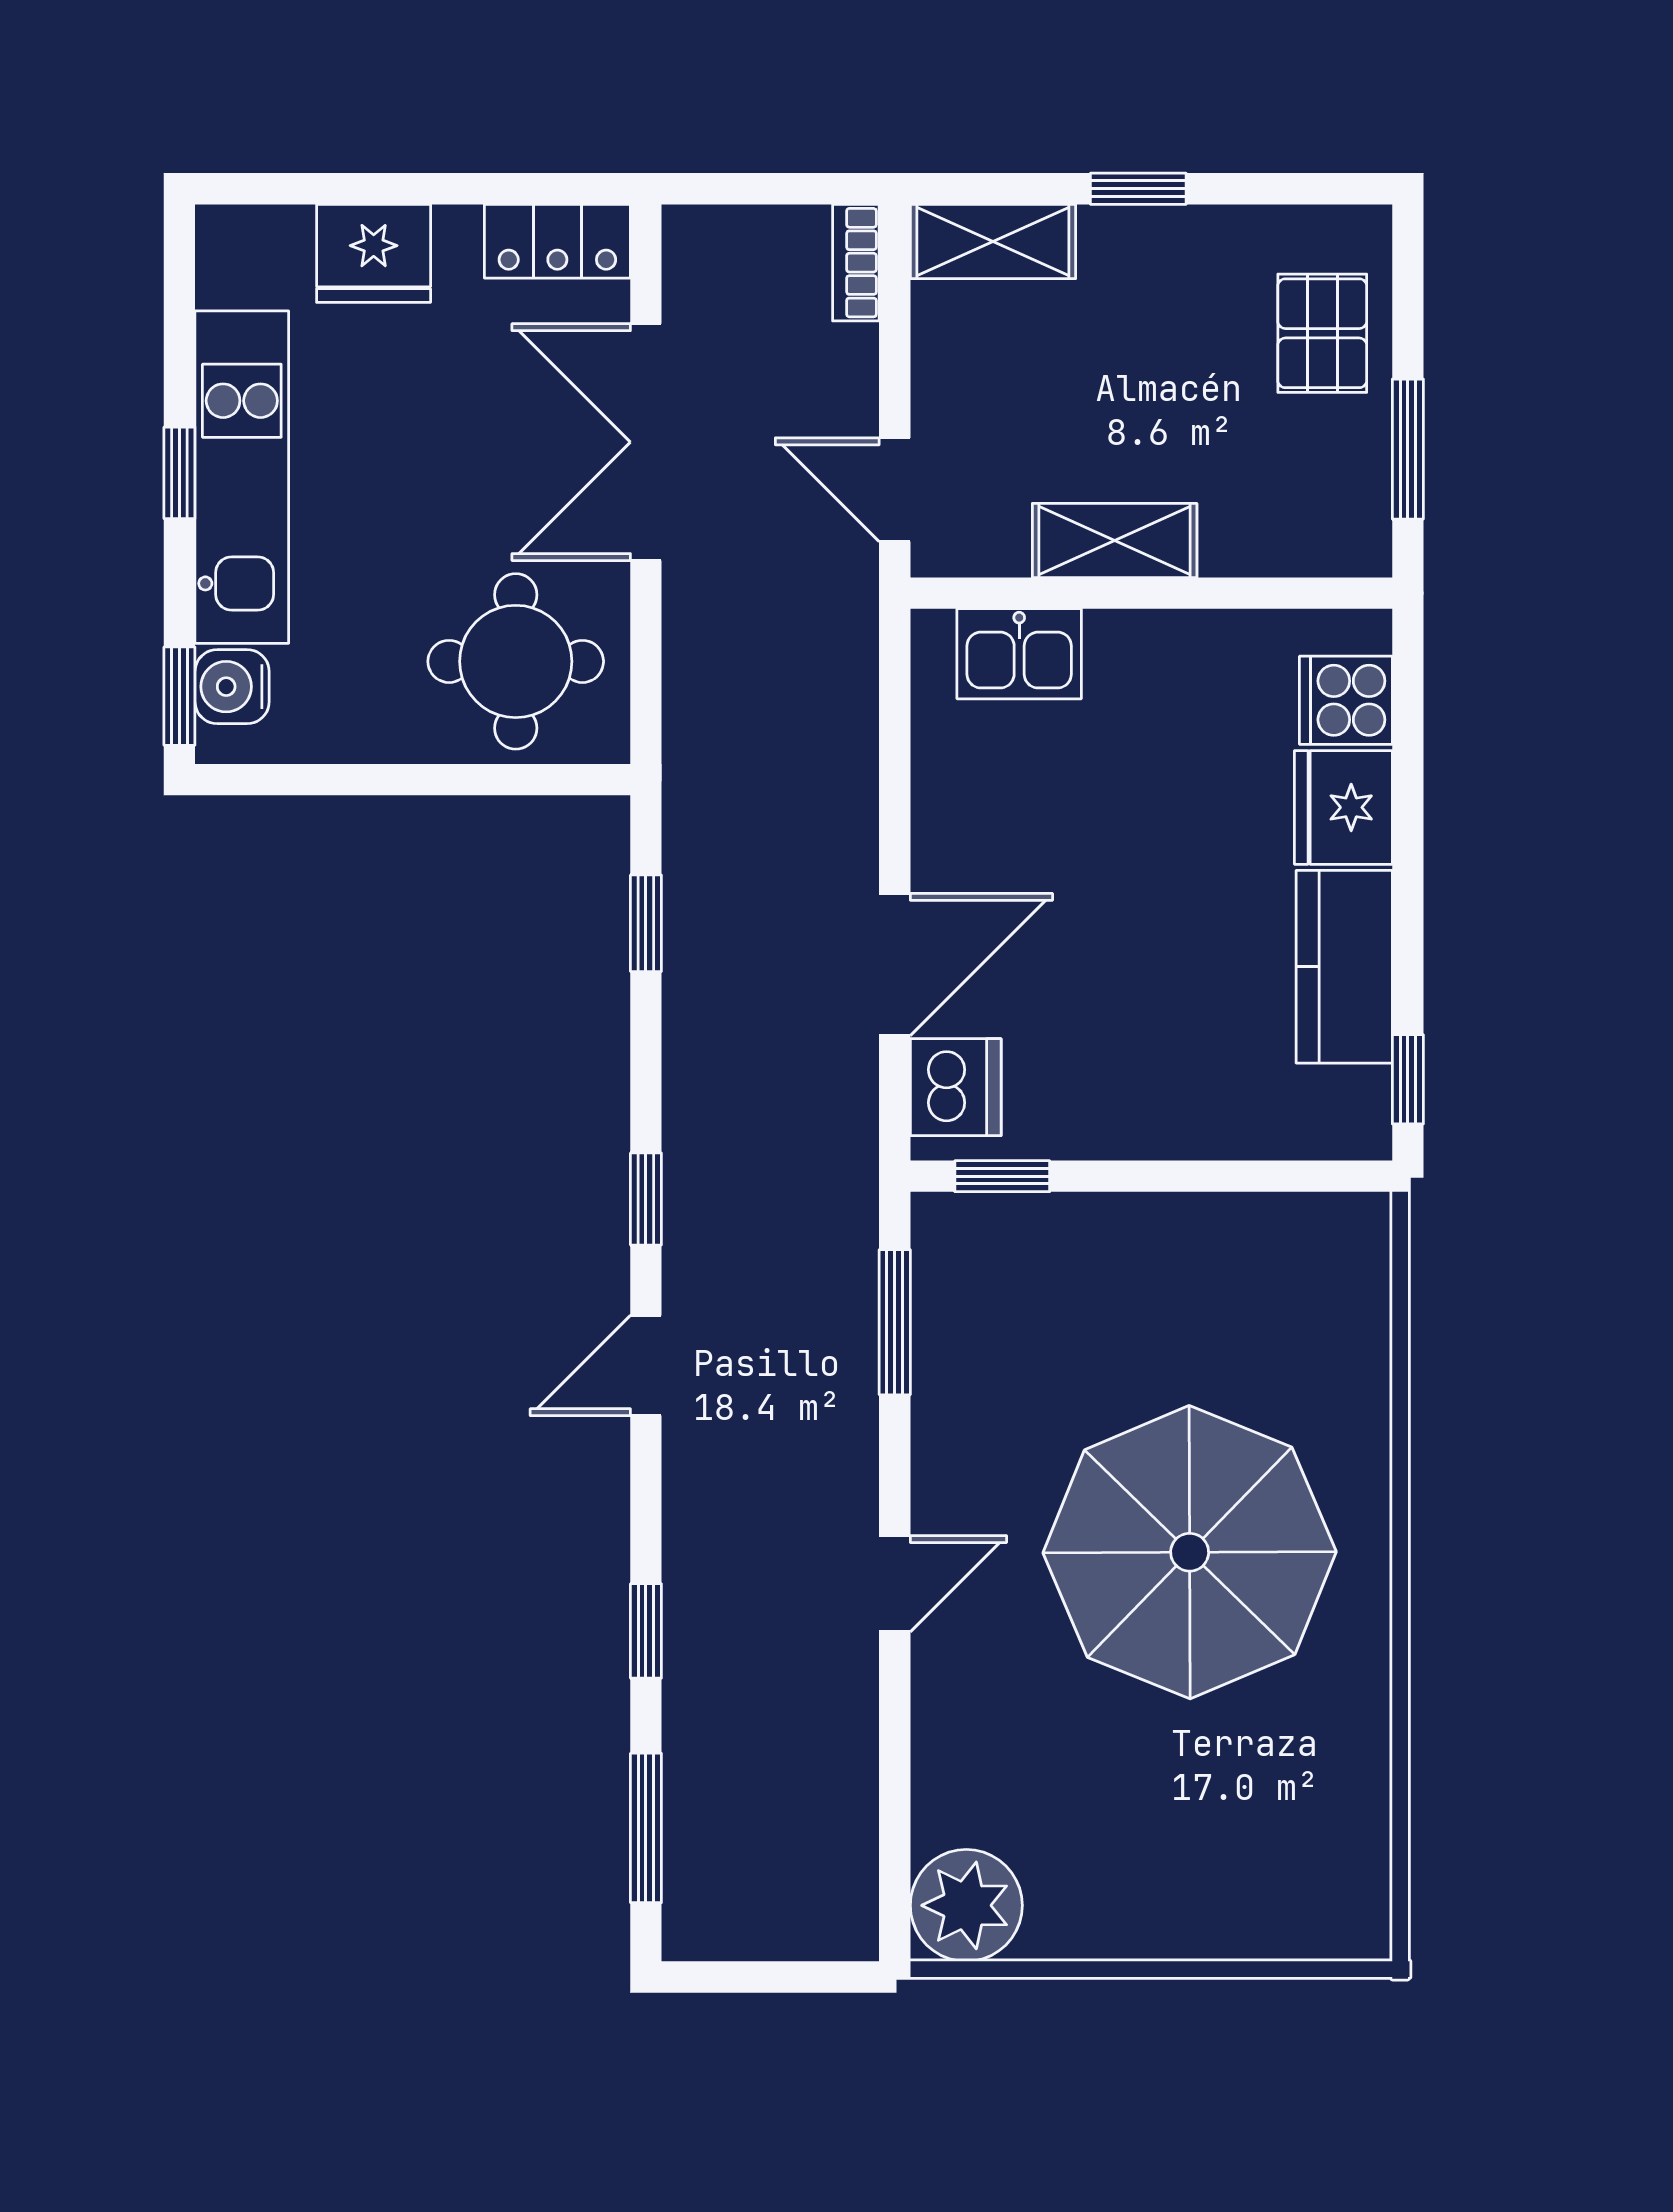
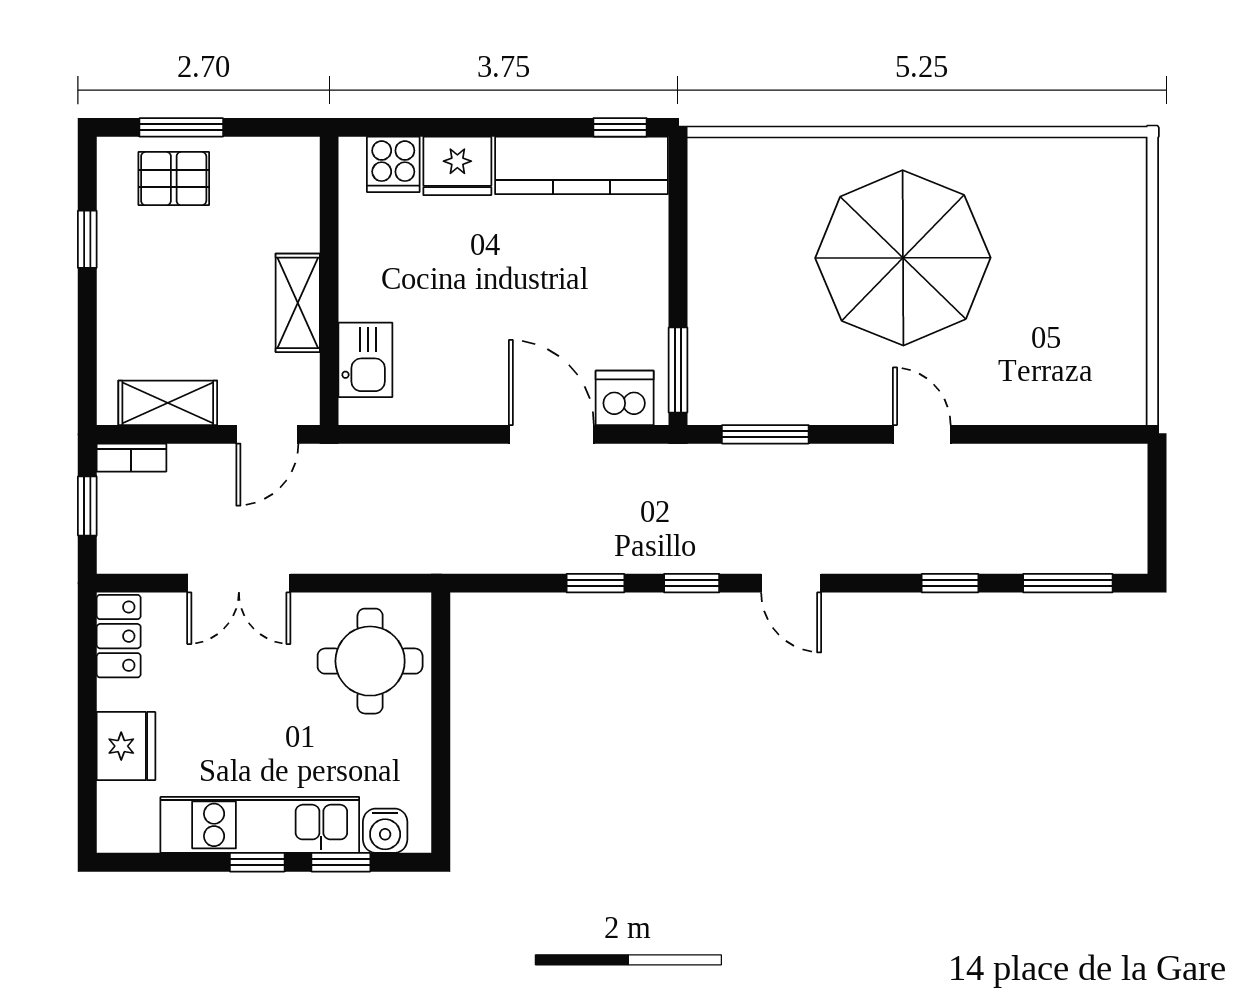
window: (775, 189) -> (87, 506), added
window: (1138, 189) -> (87, 239), moved
shelving: (993, 242) -> (168, 403), moved, turned 90
double door: (646, 442) -> (239, 583), width x0.73
window: (1408, 449) -> (181, 127), moved
window: (179, 696) -> (341, 862), moved
window: (646, 923) -> (595, 583), moved
kitchen counter: (1344, 967) -> (581, 165), width x1.50
window: (1002, 1176) -> (678, 370), width x1.50
plant: (966, 1905) -> (1114, 392), removed

